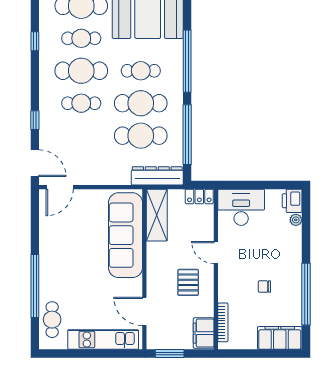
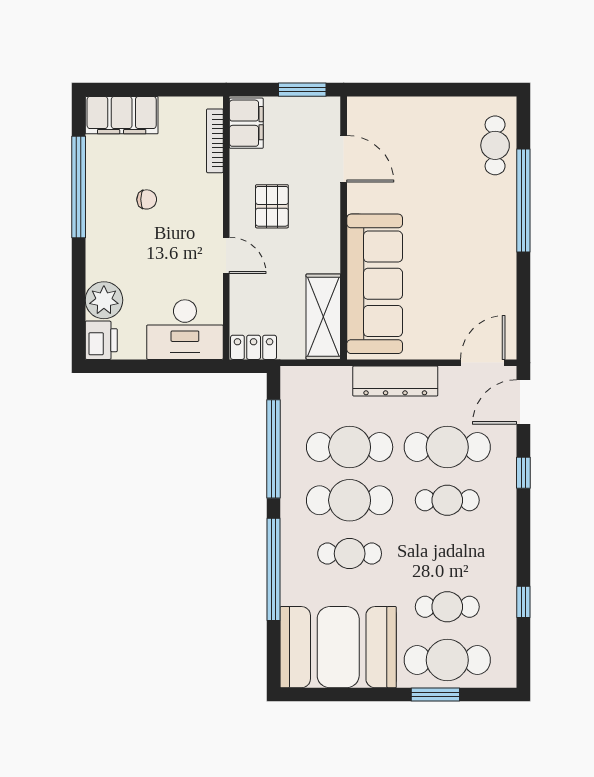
cafe table: (81, 71) -> (447, 447), moved
door: (35, 163) -> (523, 402), hinge flipped
dresser: (157, 176) -> (395, 381), moved
plant: (296, 220) -> (104, 300), width x1.87, depth x1.87
kitchen unit: (103, 340) -> (411, 113), removed

